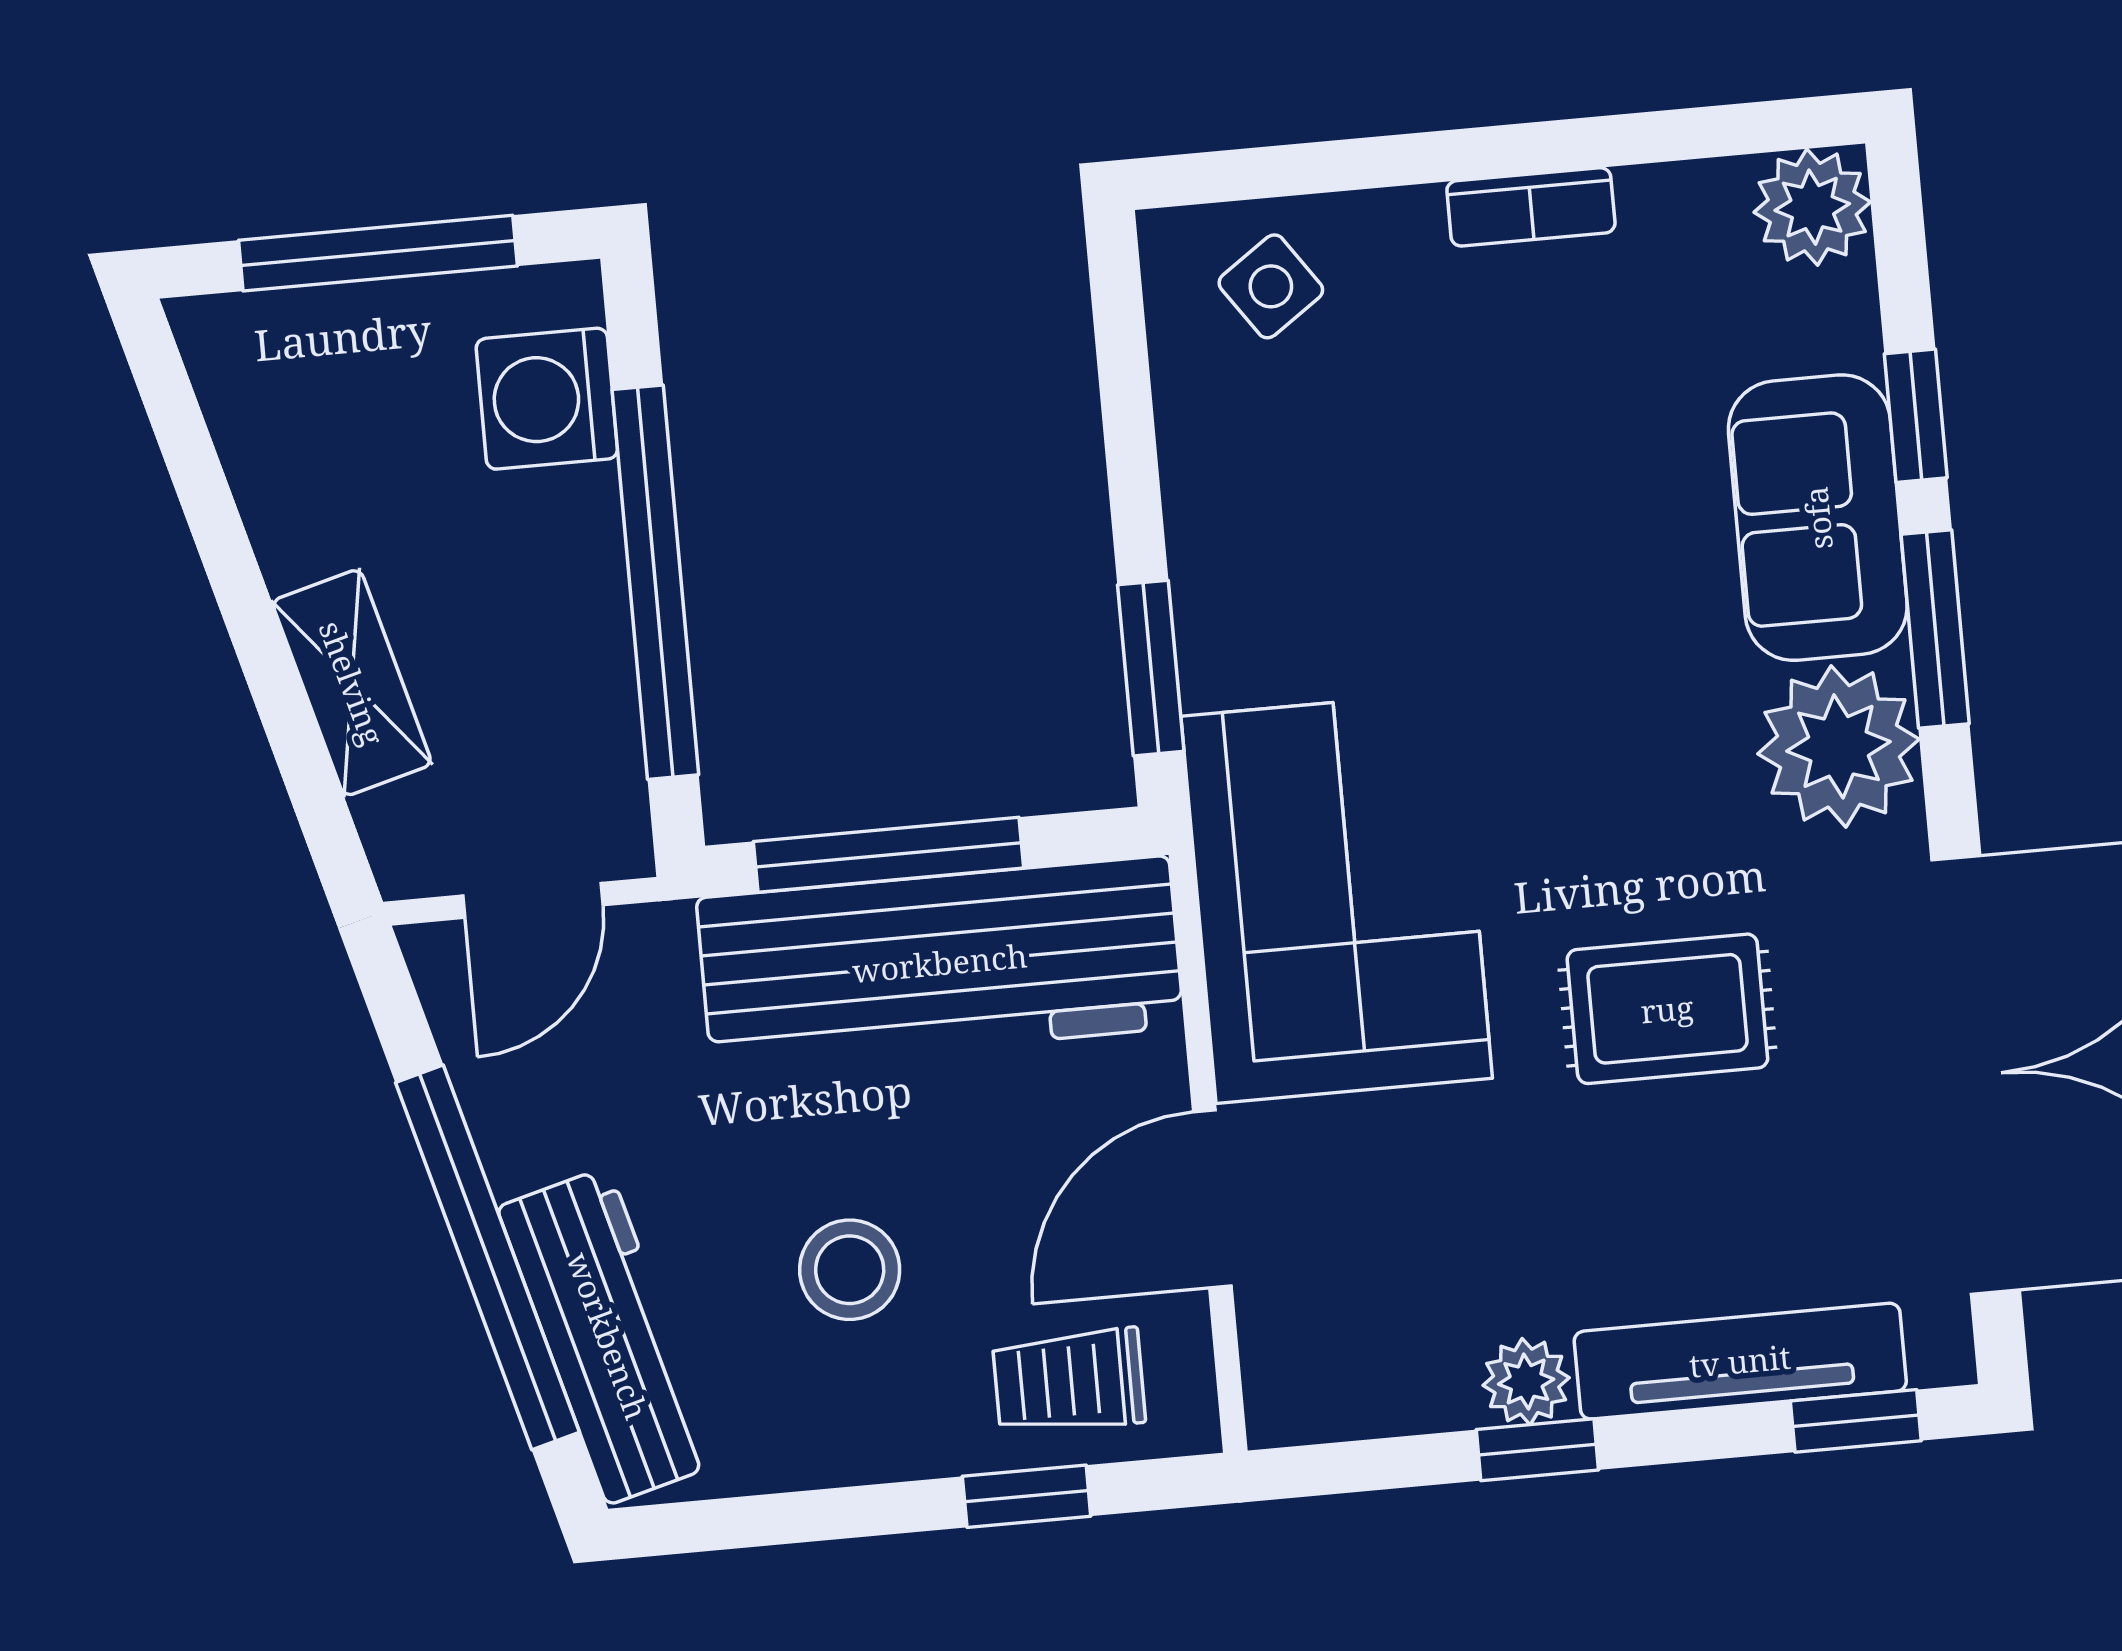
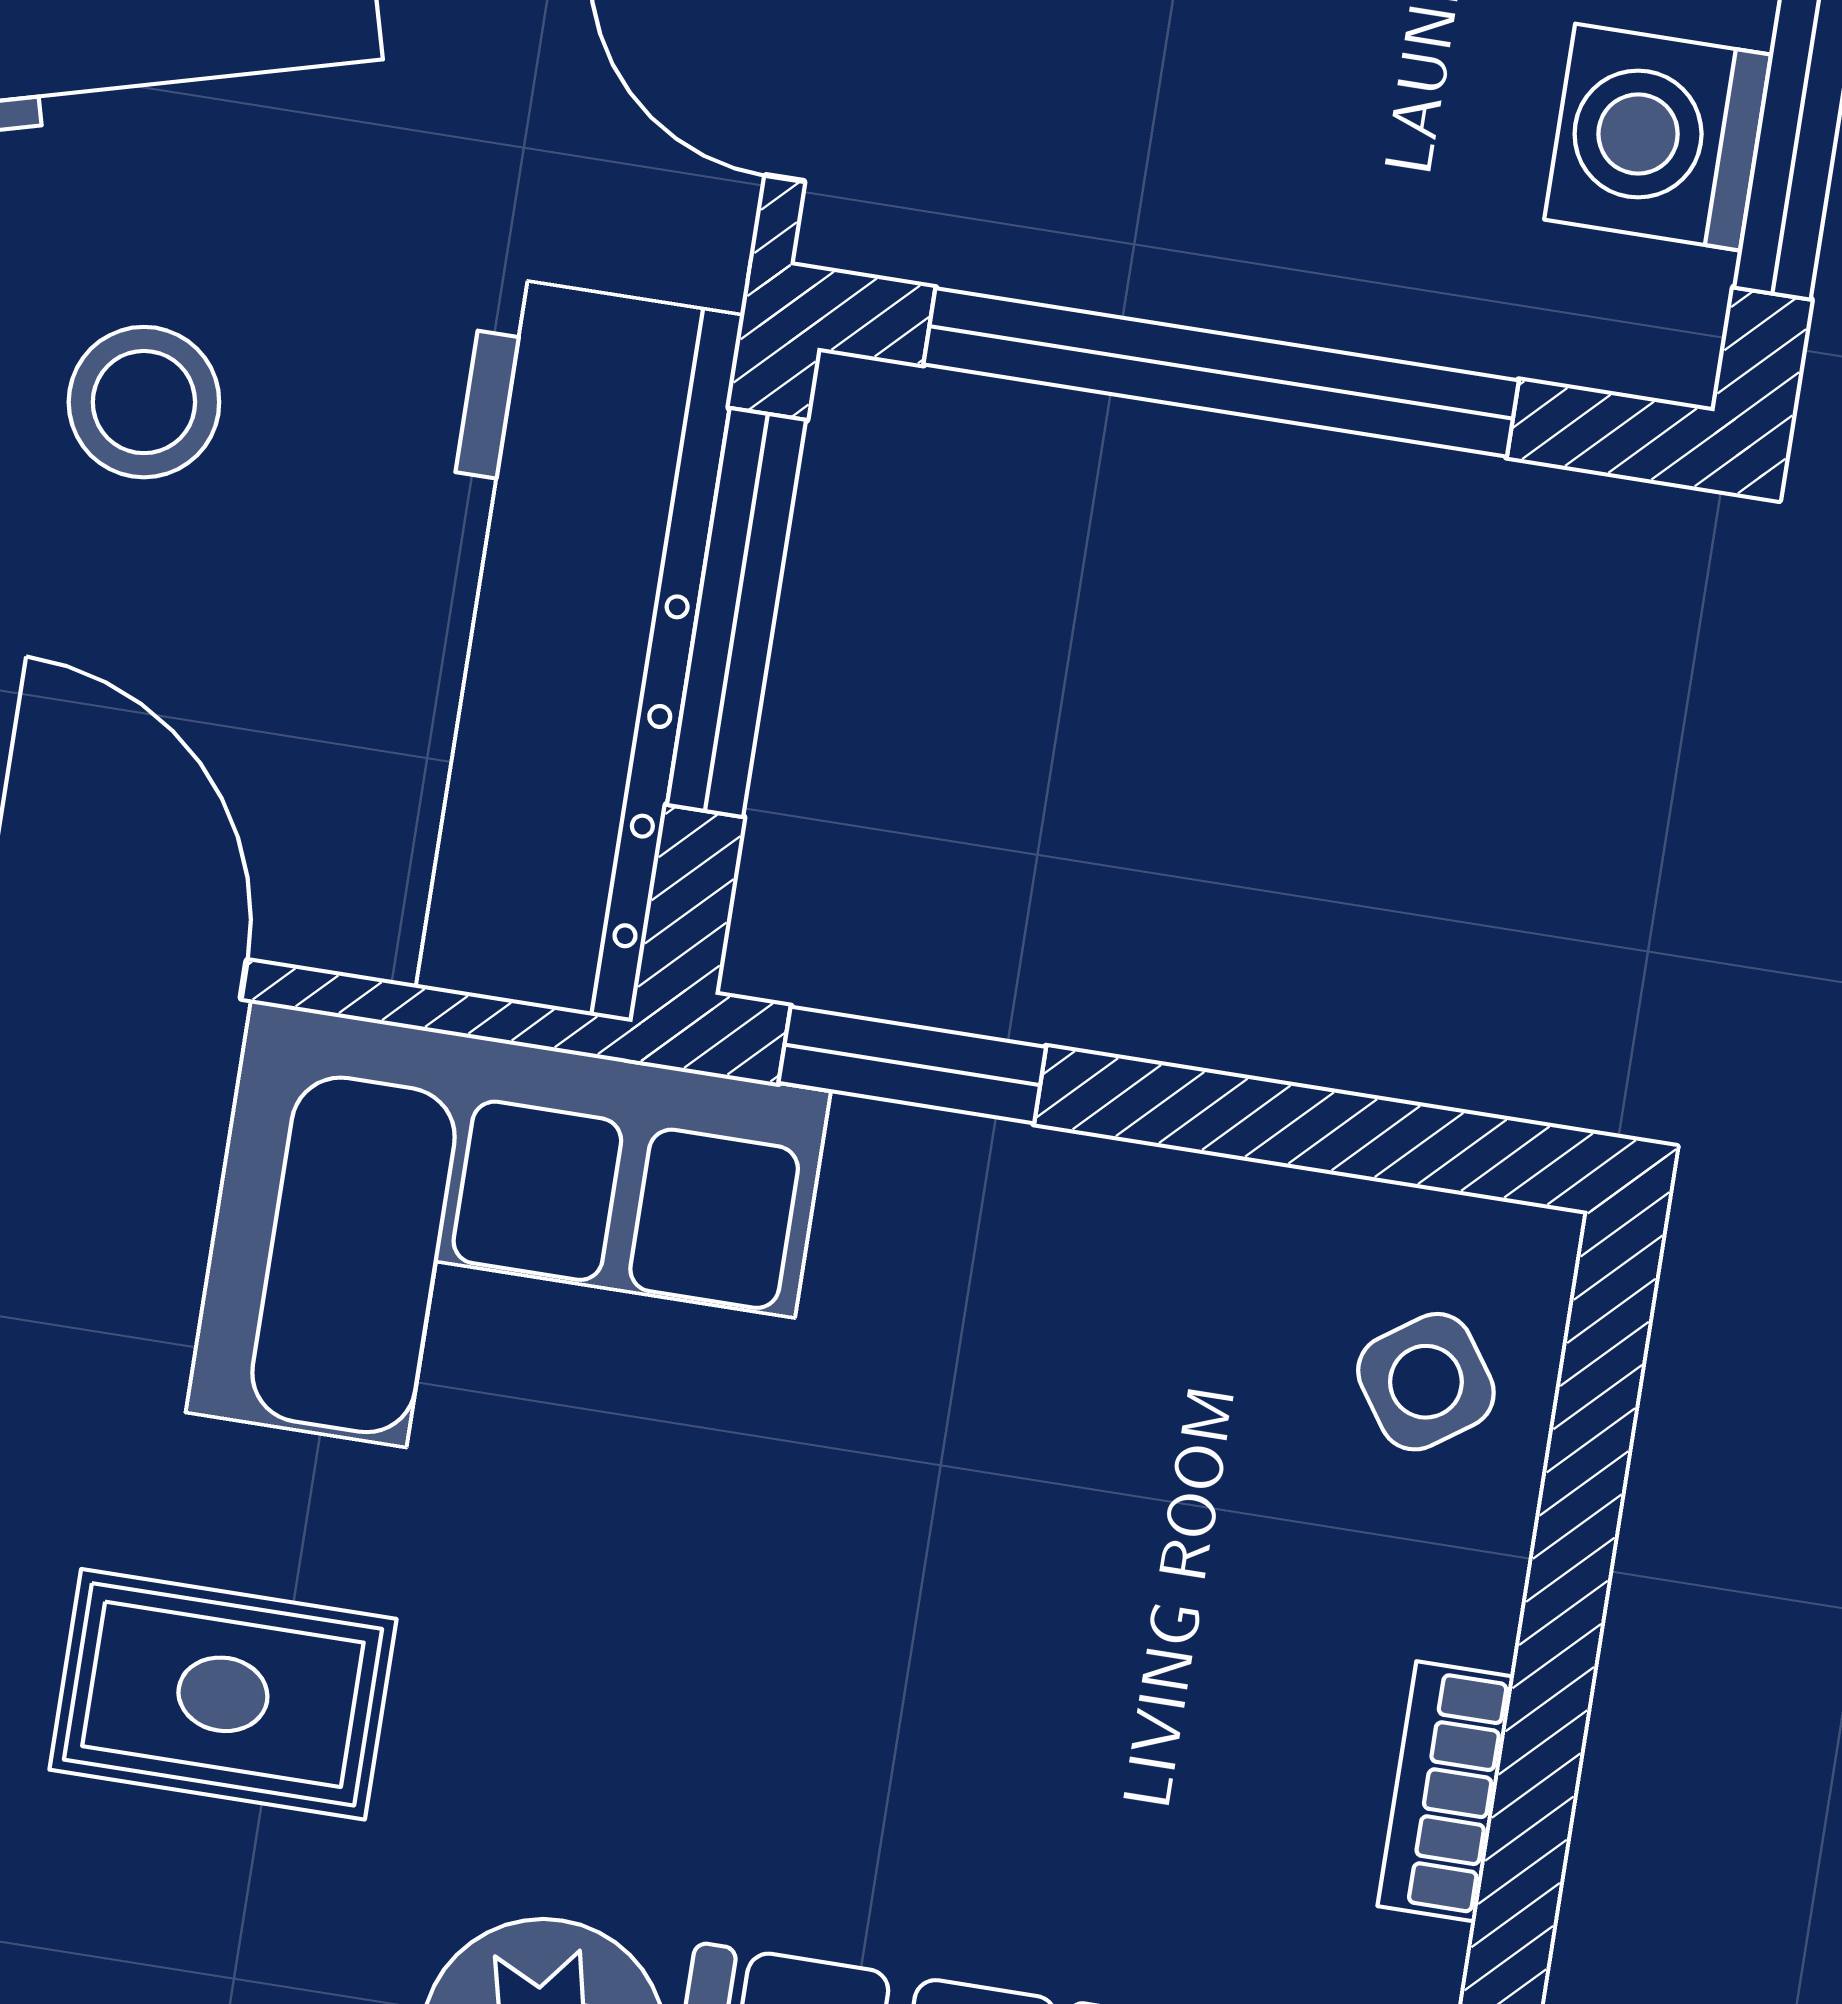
washing machine: (547, 399) -> (1658, 137), moved, turned -90
rug: (1667, 1009) -> (223, 1694), turned 90

